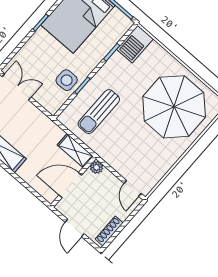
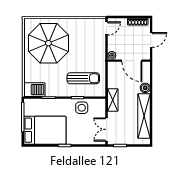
shelving: (75, 151) -> (113, 100), moved
boiler: (26, 173) -> (145, 88), added

